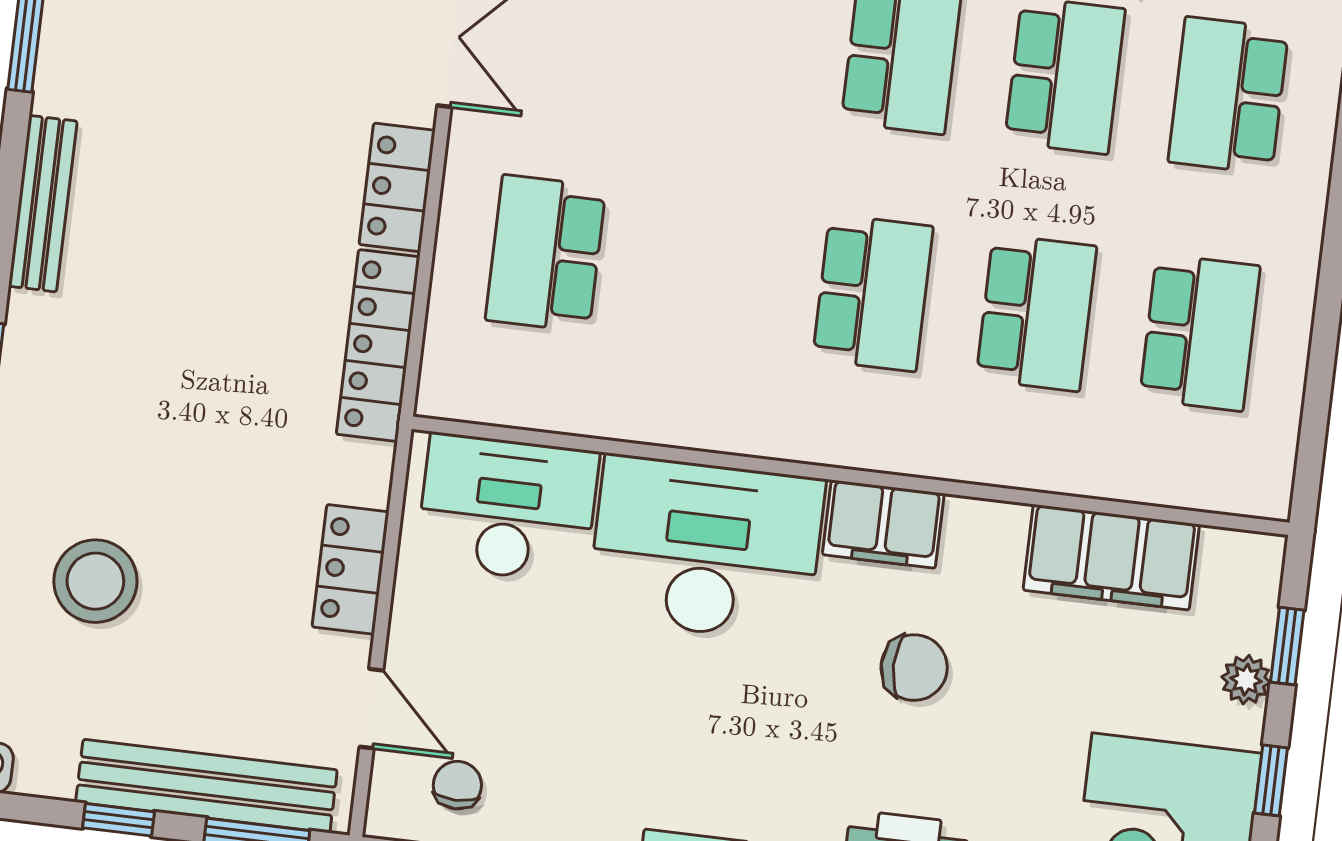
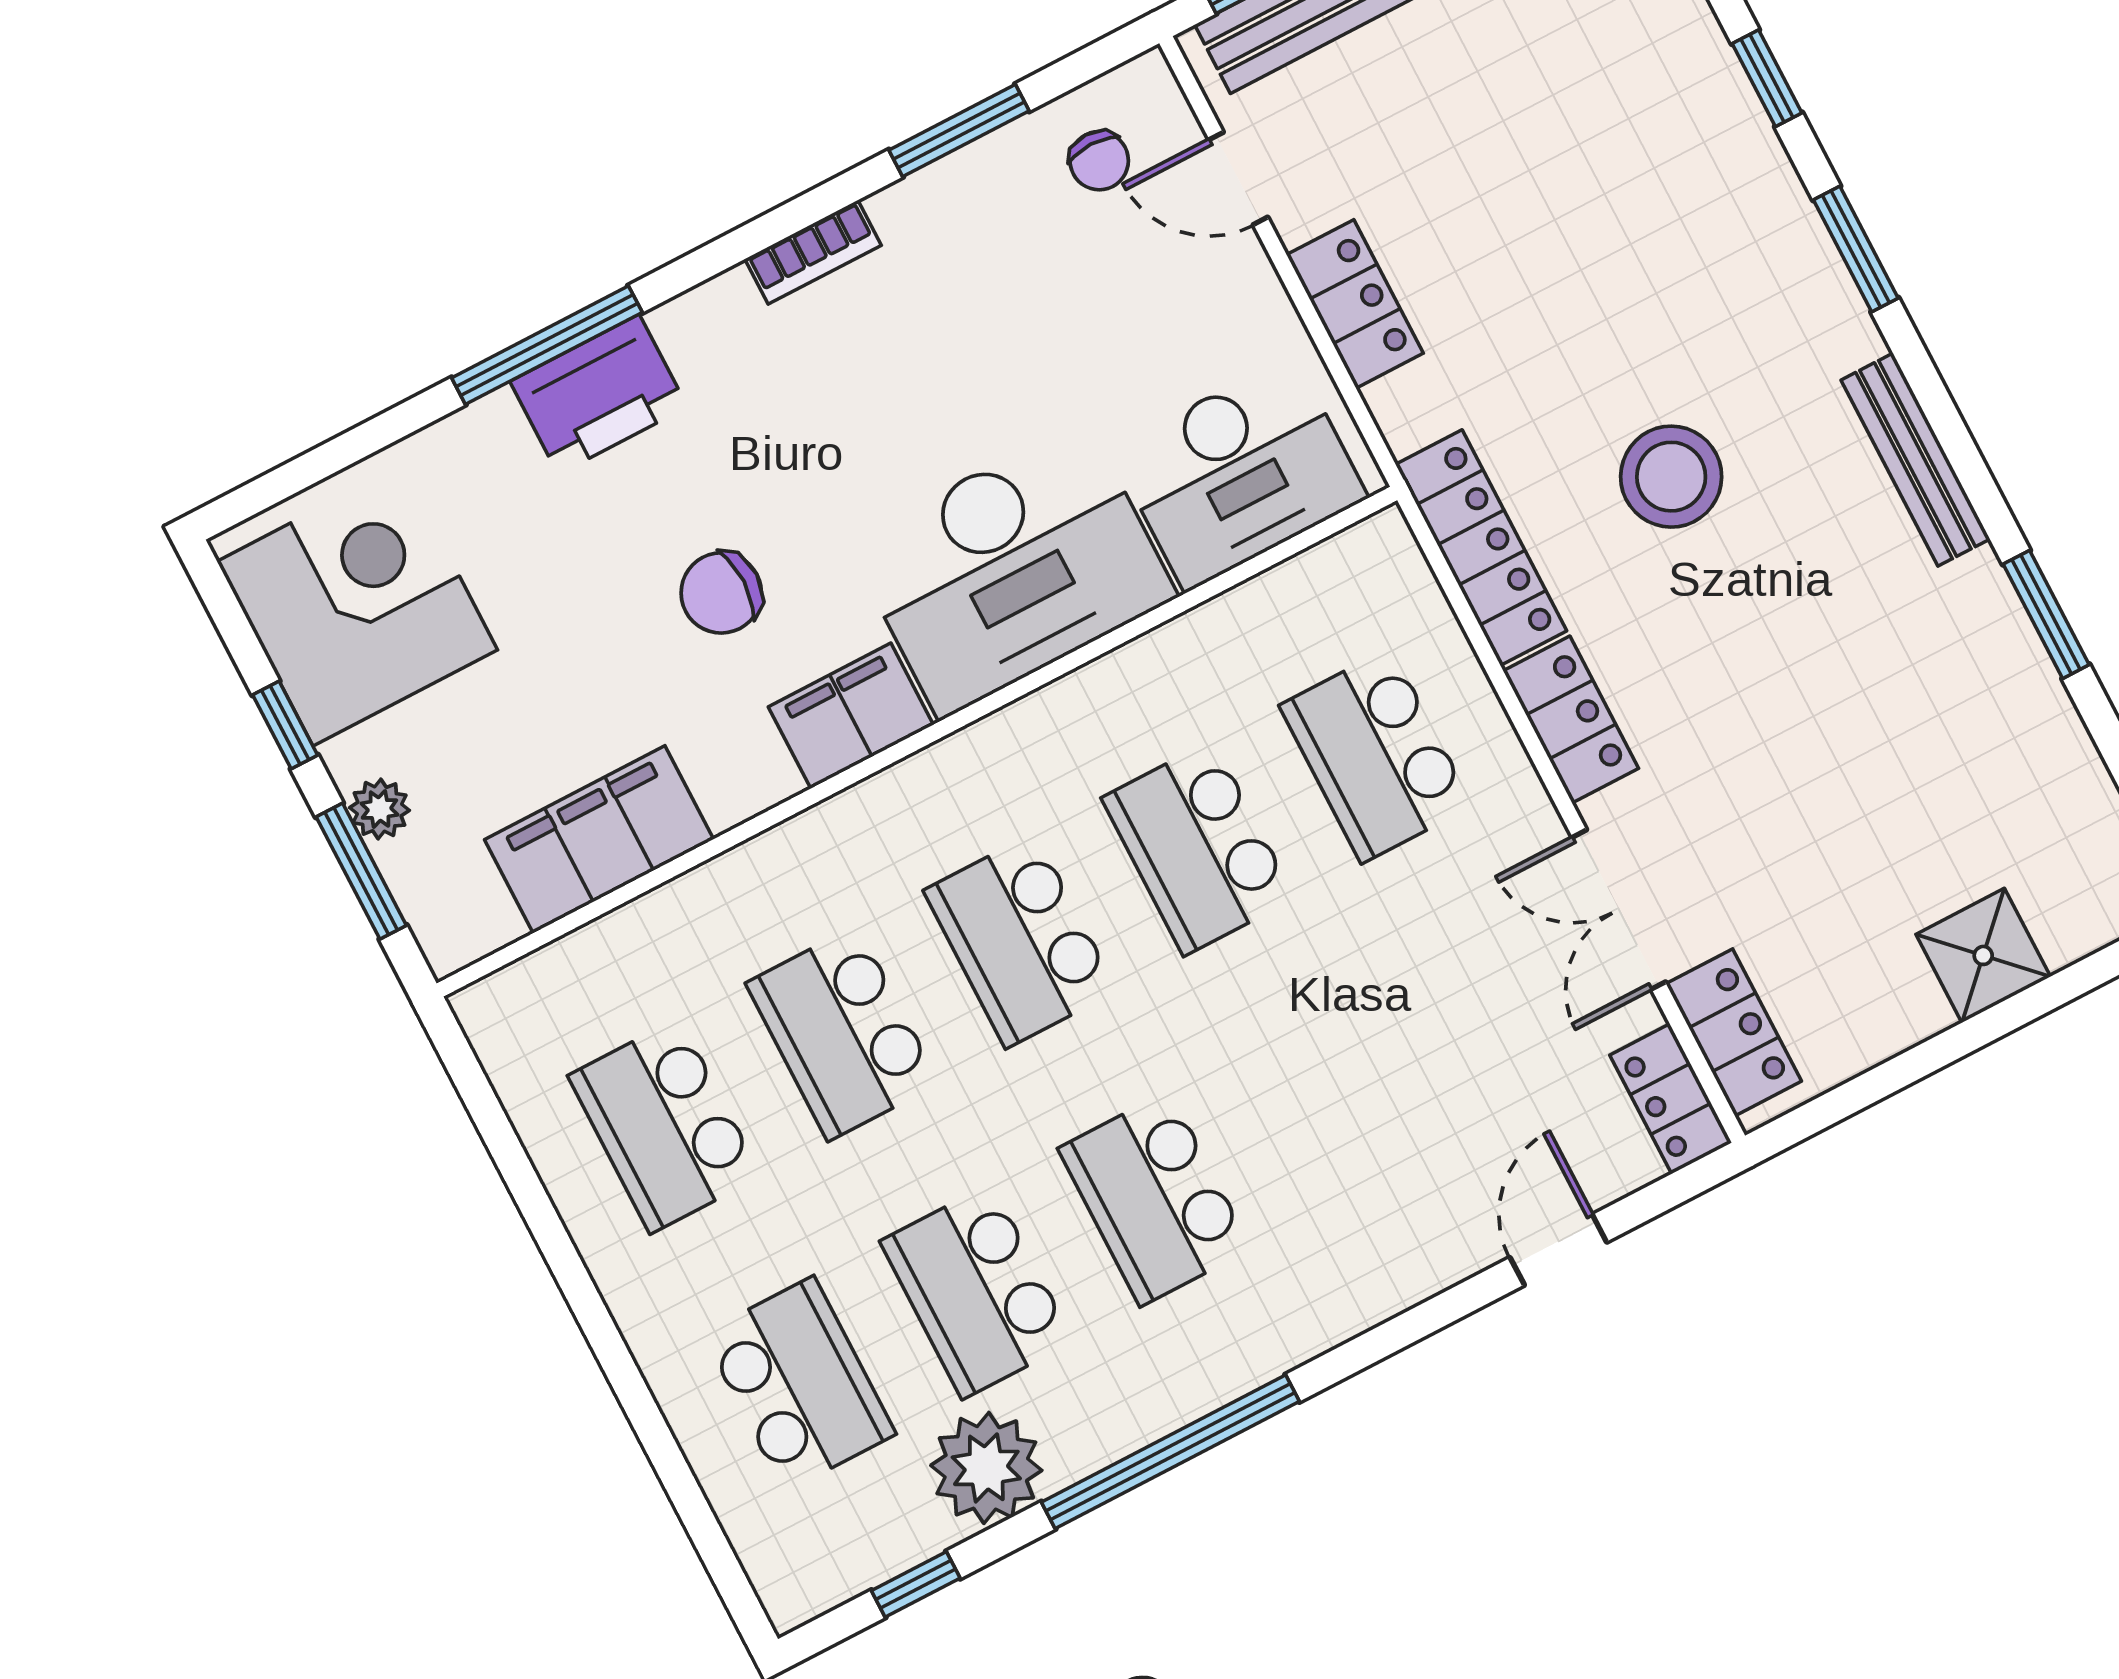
school desk: (546, 253) -> (1376, 756), turned 180
school desk: (709, 273) -> (1198, 848), added
stool: (95, 581) -> (1671, 477), moved
window: (1287, 646) -> (361, 871), width x1.50

